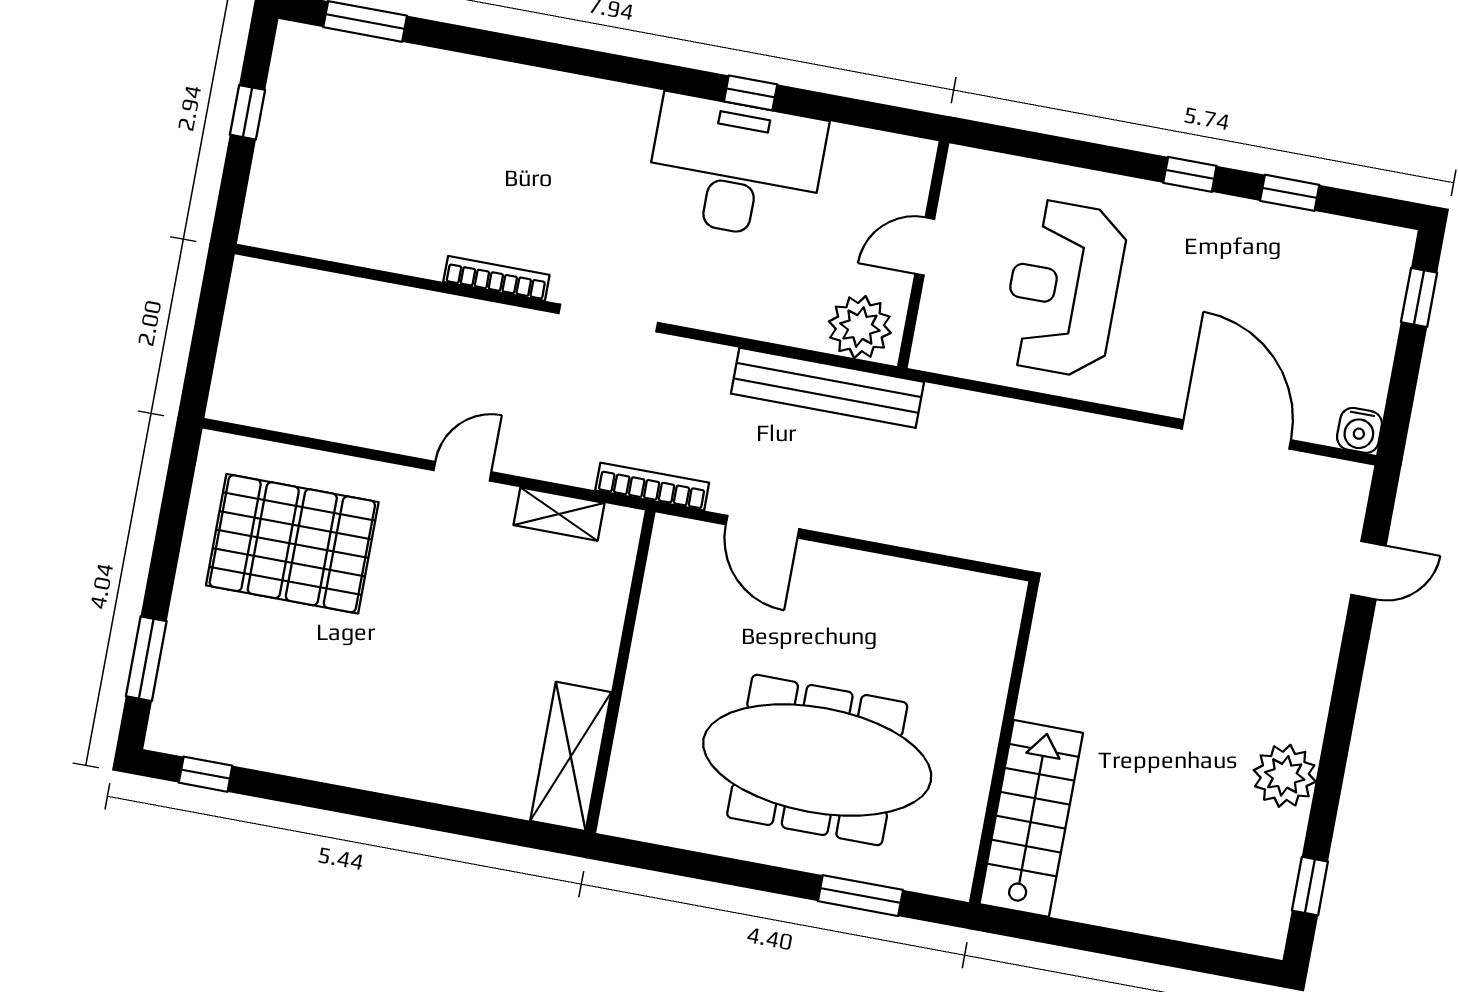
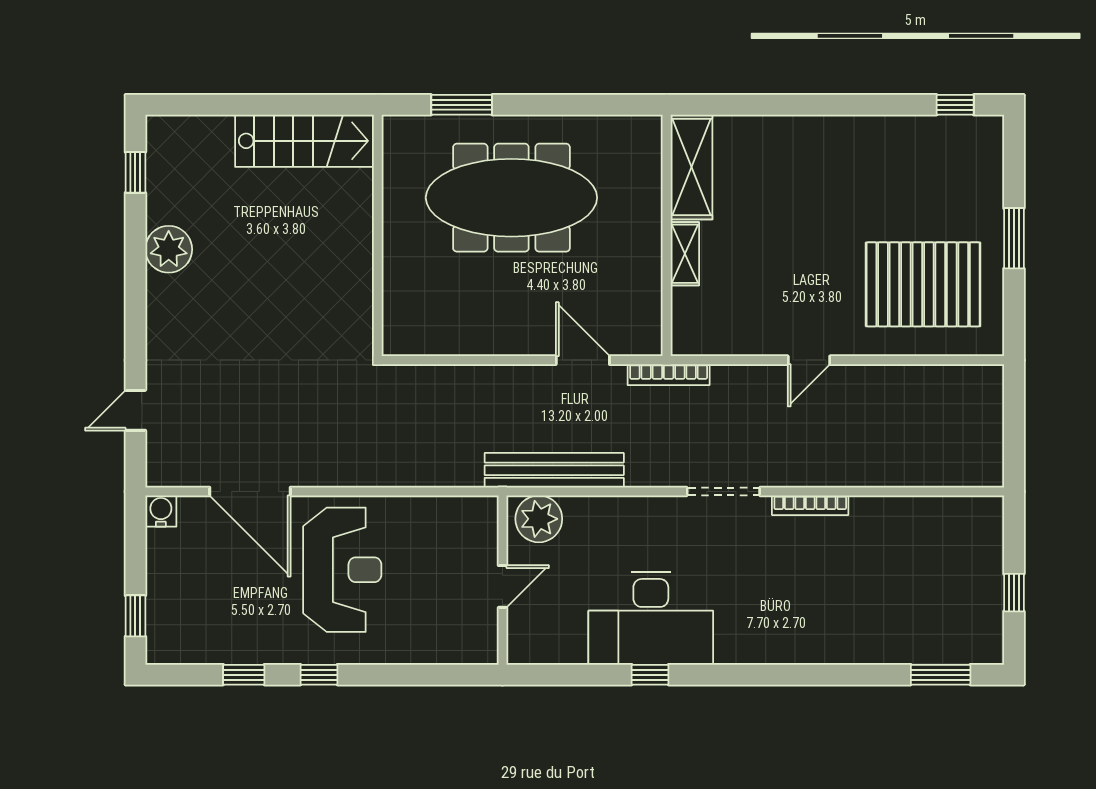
reception desk: (1064, 288) -> (342, 570), moved
shelving: (559, 514) -> (685, 254), moved, turned 90
window: (146, 659) -> (1014, 238), moved
stairs: (1031, 818) -> (304, 141), moved, turned -90

